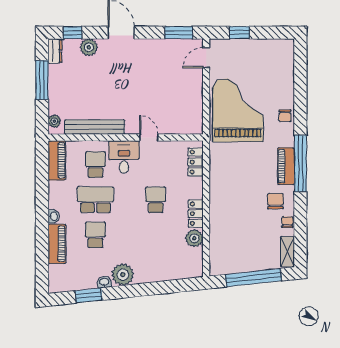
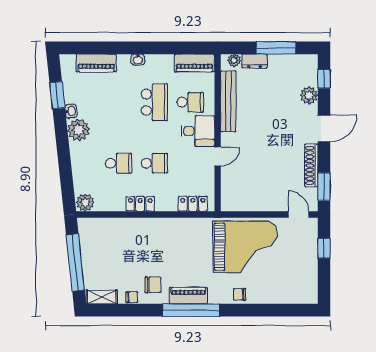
shoe rack: (158, 45) -> (311, 166), added
dresser: (55, 51) -> (254, 61), moved
school desk: (95, 235) -> (119, 163), moved
plant: (194, 238) -> (85, 203), moved
piano: (57, 244) -> (96, 63), moved

